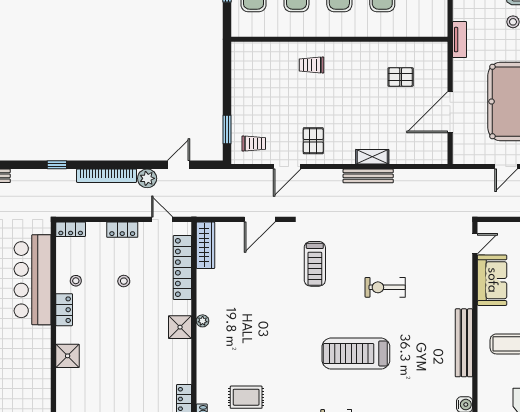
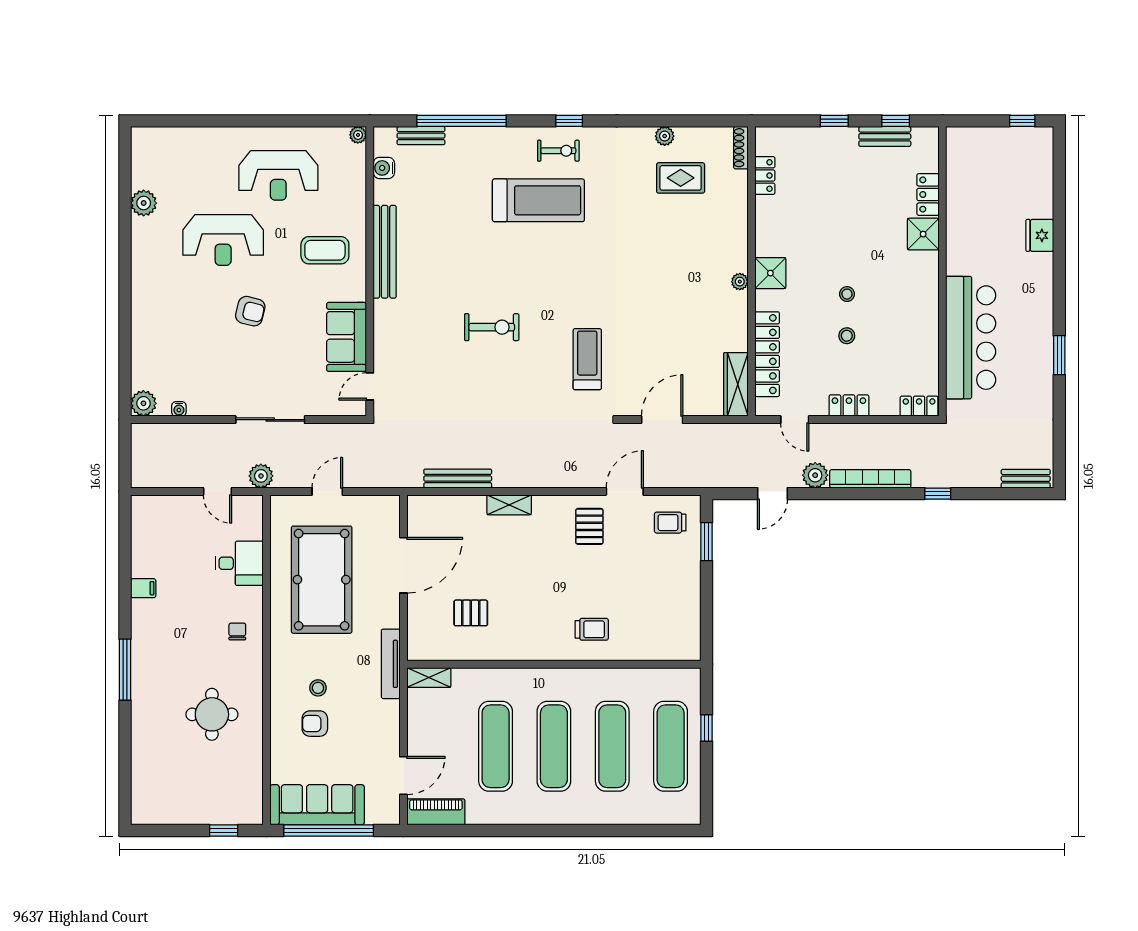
shelving: (431, 29) -> (429, 678), added
tv unit: (459, 40) -> (391, 664), width x1.41
bench: (368, 176) -> (458, 479), moved
stool: (76, 281) -> (847, 294), moved
locker: (64, 310) -> (928, 195), moved
treadmill: (356, 354) -> (538, 200), moved

